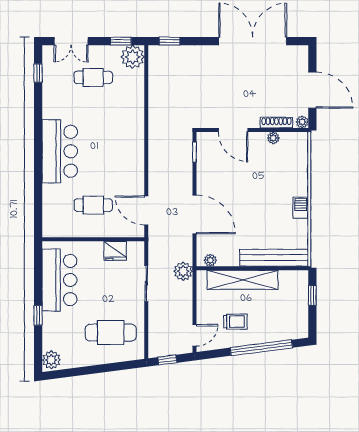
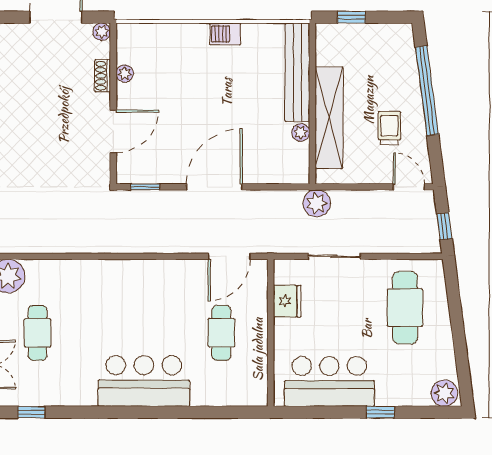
shoe rack: (276, 123) -> (103, 76), width x0.70
door: (194, 214) -> (214, 187), moved
plant: (210, 260) -> (301, 132), moved

